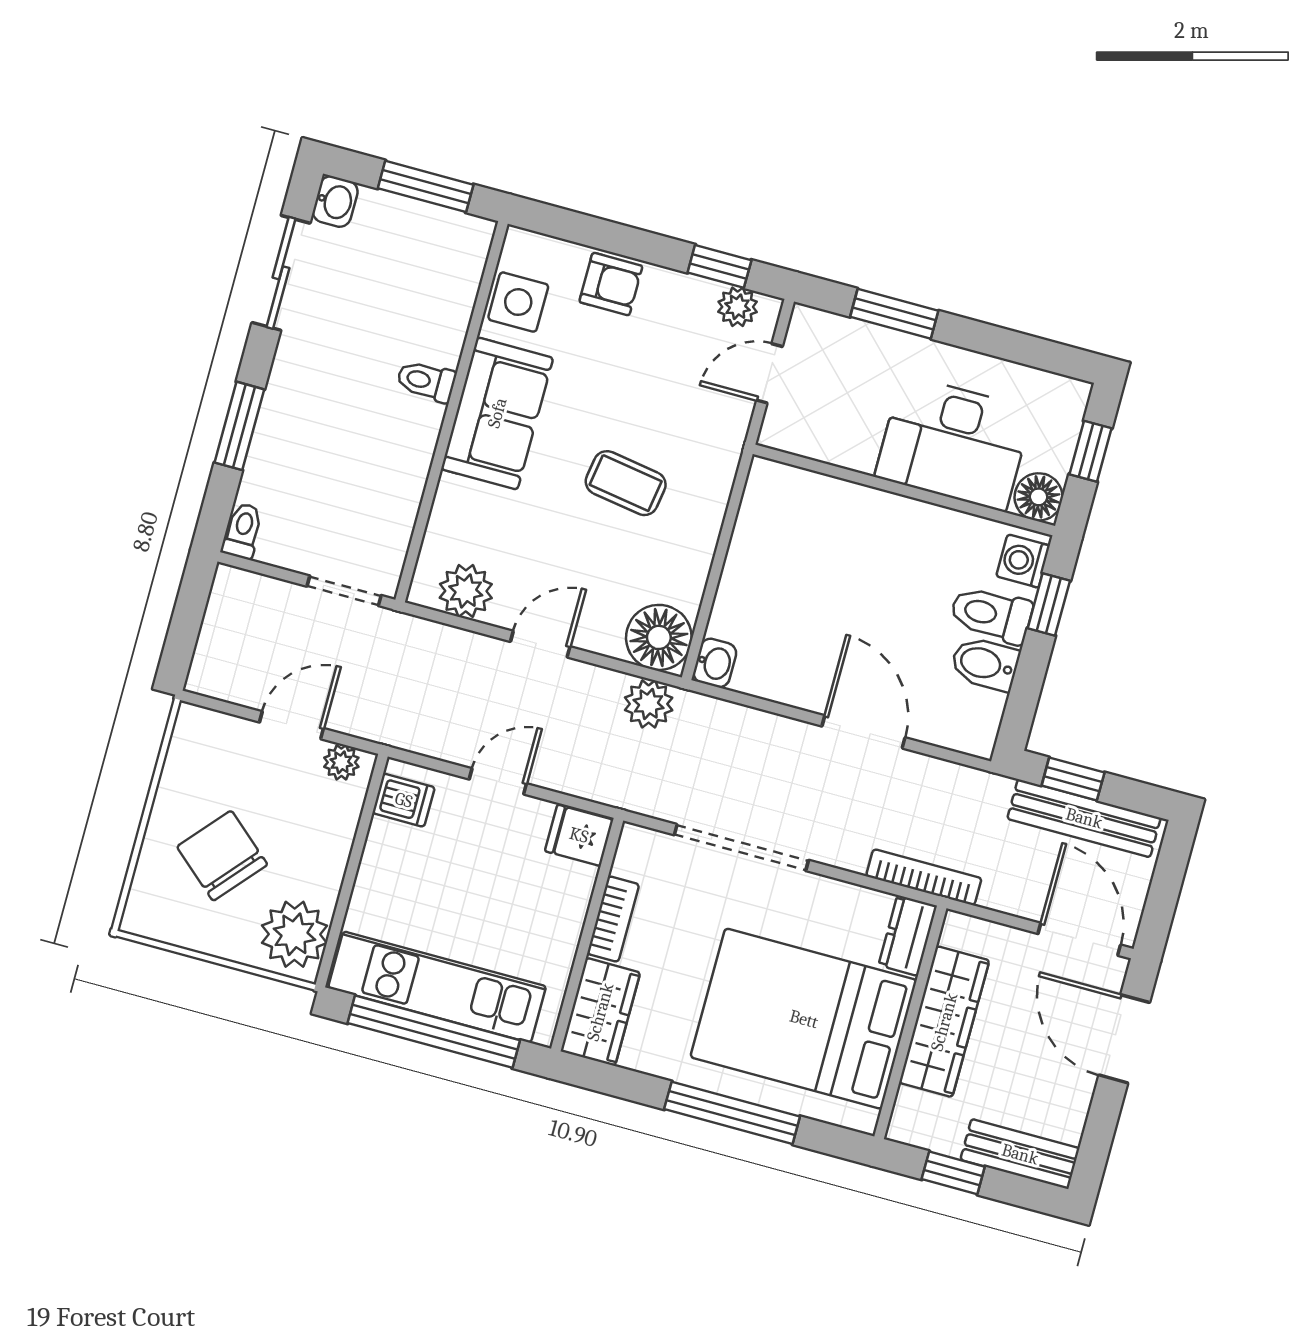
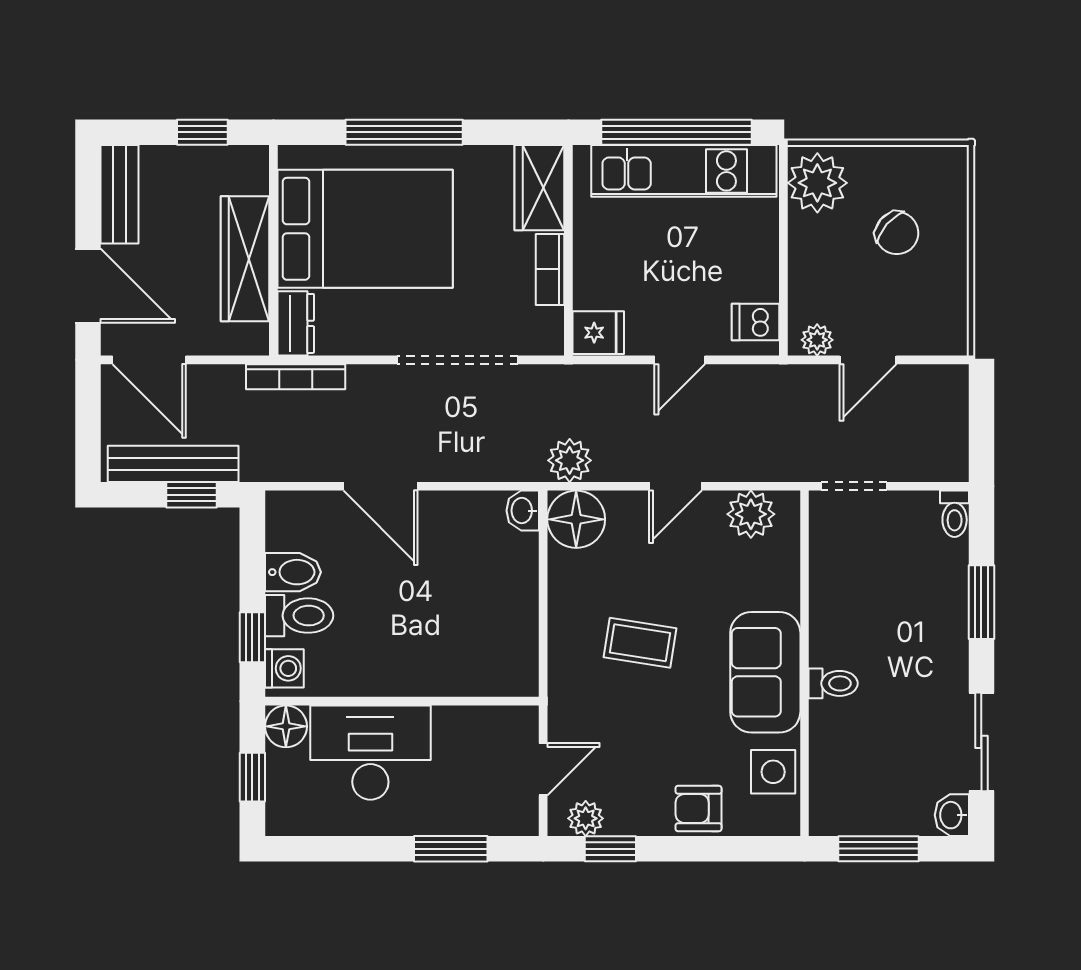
chair: (222, 856) -> (897, 233), width x0.73, depth x0.73
bench: (1020, 1154) -> (119, 194), moved, turned 90

